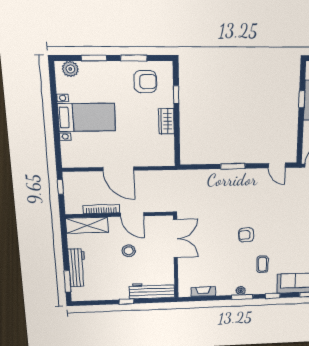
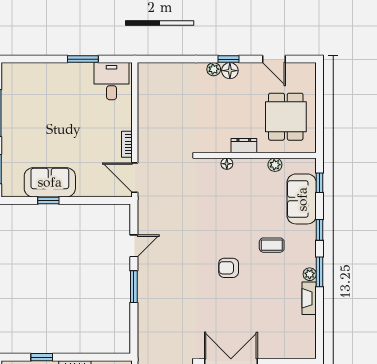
door: (277, 165) -> (134, 246), moved
armchair: (246, 235) -> (229, 268), turned 94
fireplace: (203, 292) -> (309, 298), moved

